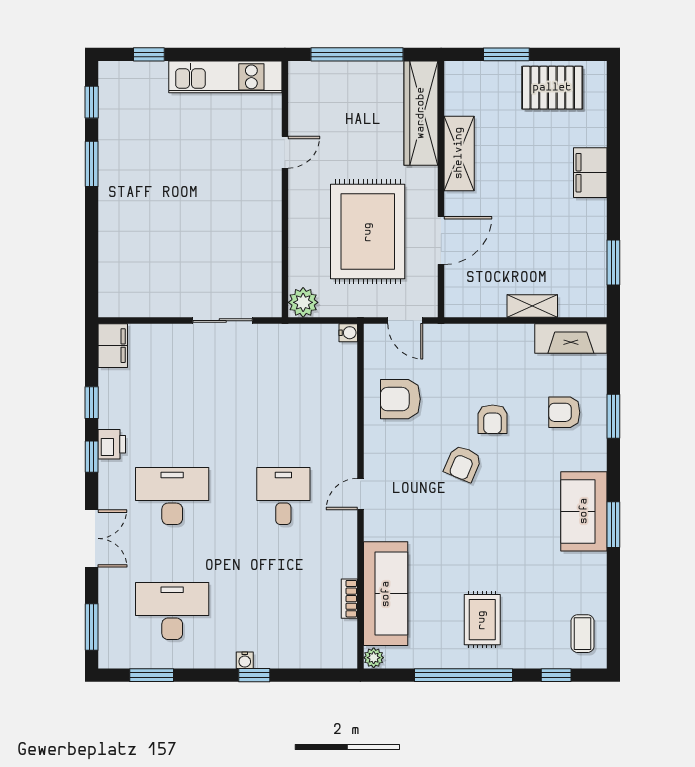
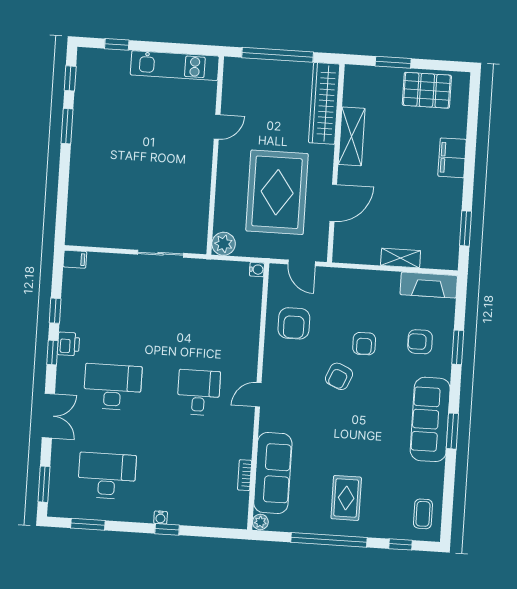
filing cabinet: (113, 346) -> (75, 259), width x0.50
armchair: (400, 399) -> (294, 323), turned -90
sofa: (584, 511) -> (430, 419), width x1.36

